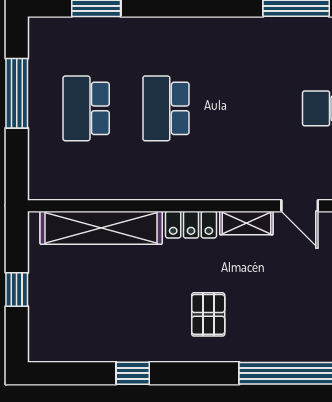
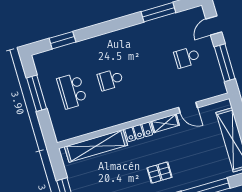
school desk: (166, 108) -> (110, 80), width x0.54
pallet: (208, 314) -> (159, 173), turned 90

